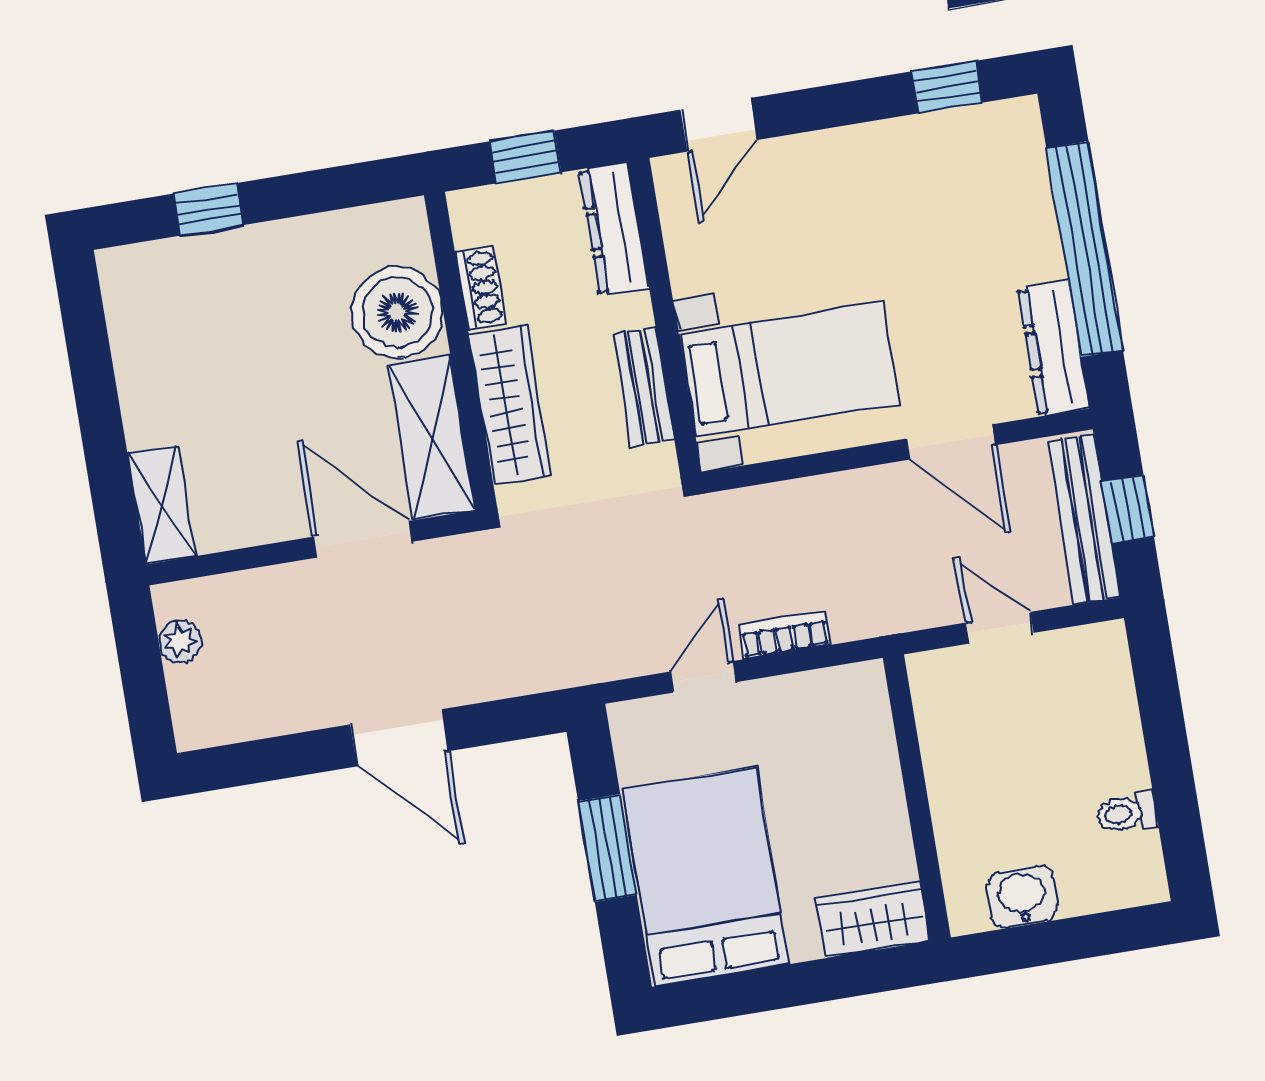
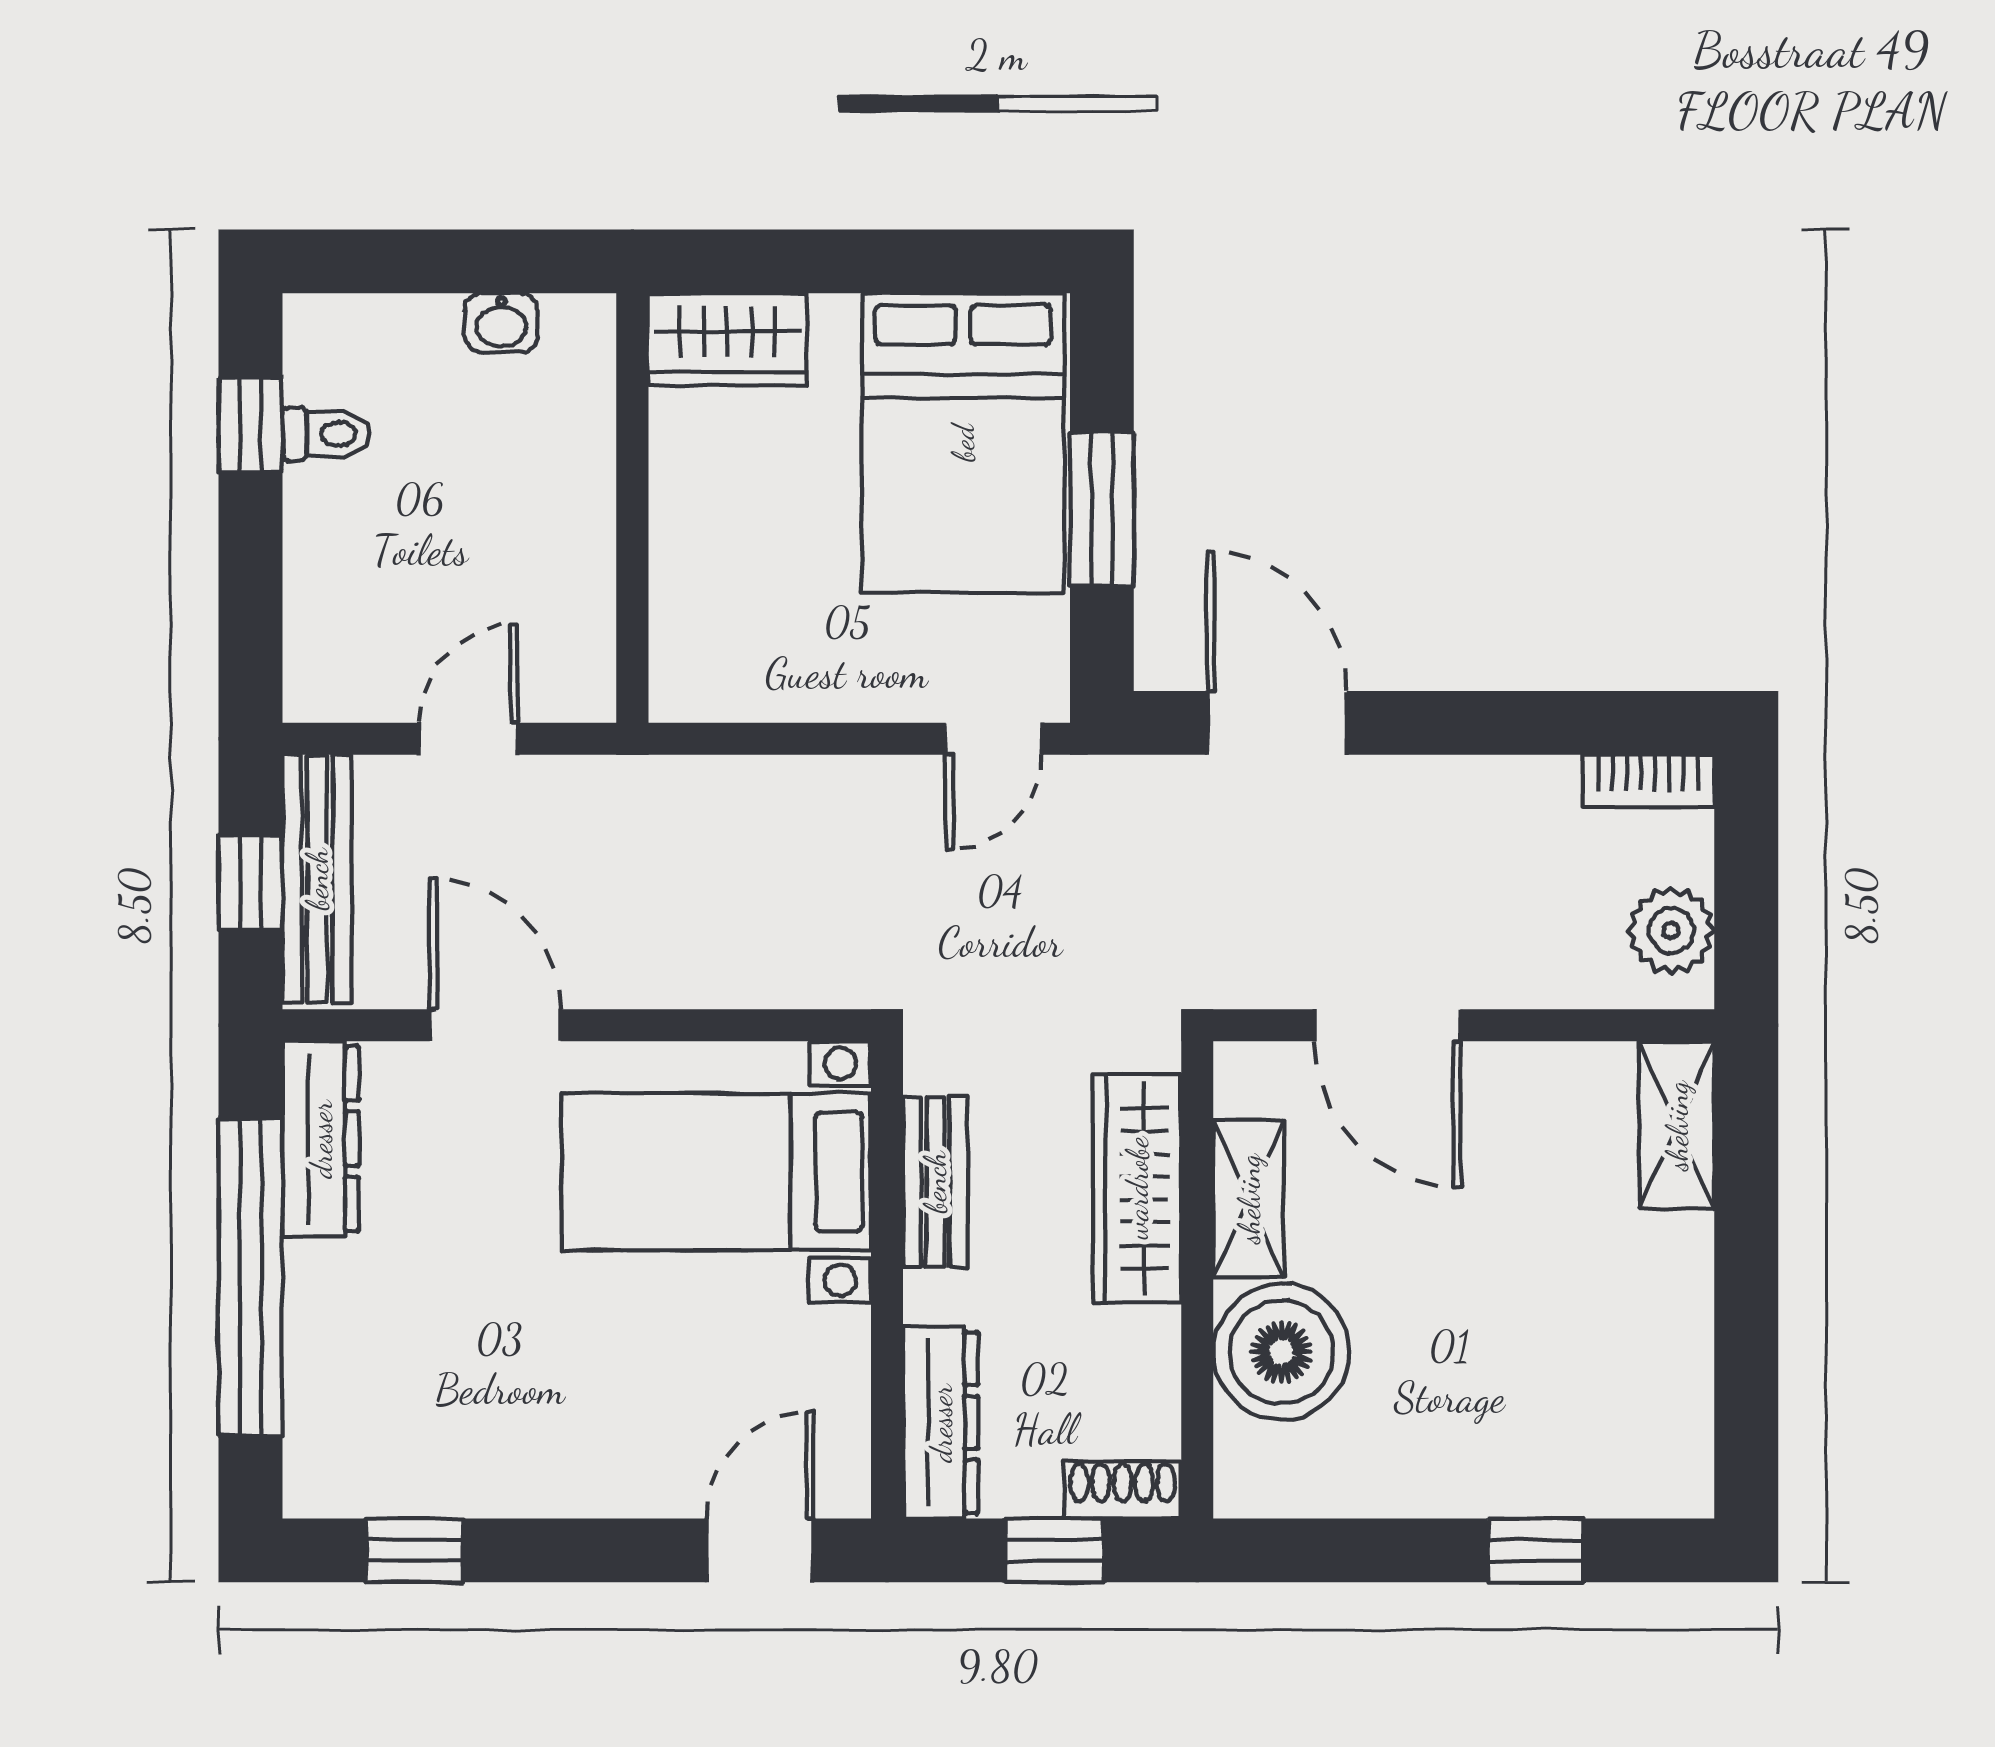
shoe rack: (480, 288) -> (1123, 1490), moved, turned 90
shelving: (432, 437) -> (1249, 1199), width x0.67, depth x0.75
door: (1000, 628) -> (469, 739), swing flipped
bookcase: (784, 635) -> (1648, 781), moved
plant: (180, 642) -> (1671, 931), width x1.38, depth x1.38
door: (703, 677) -> (993, 739), moved
door: (400, 738) -> (1277, 723), moved
window: (1178, 811) -> (250, 425), added
washbasin: (1022, 897) -> (501, 323), width x0.72, depth x0.69

